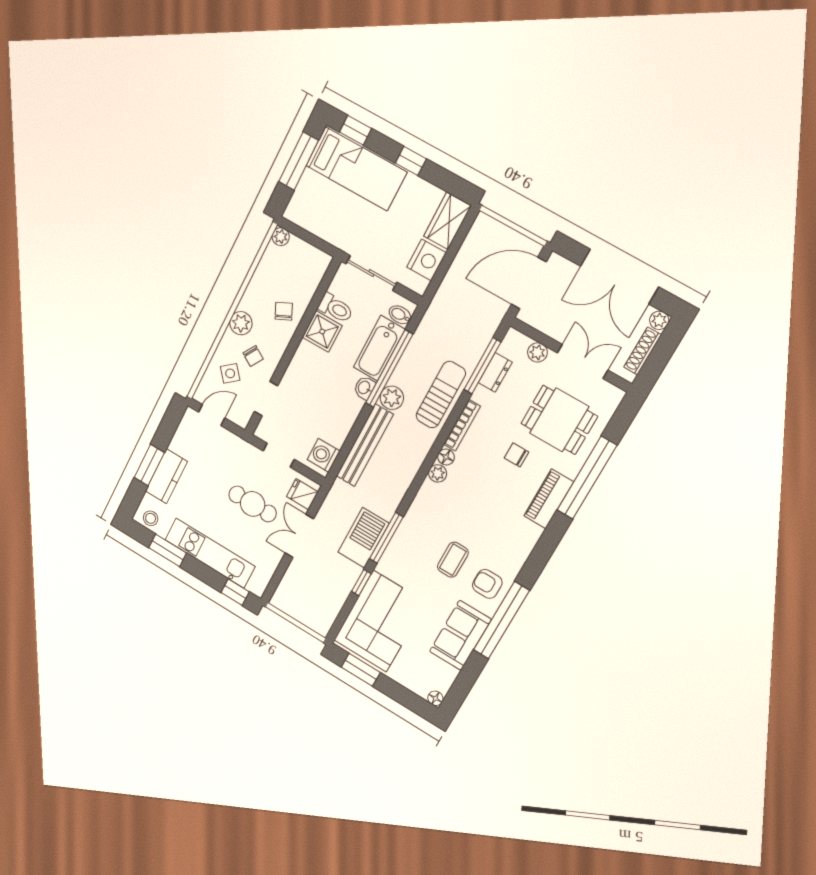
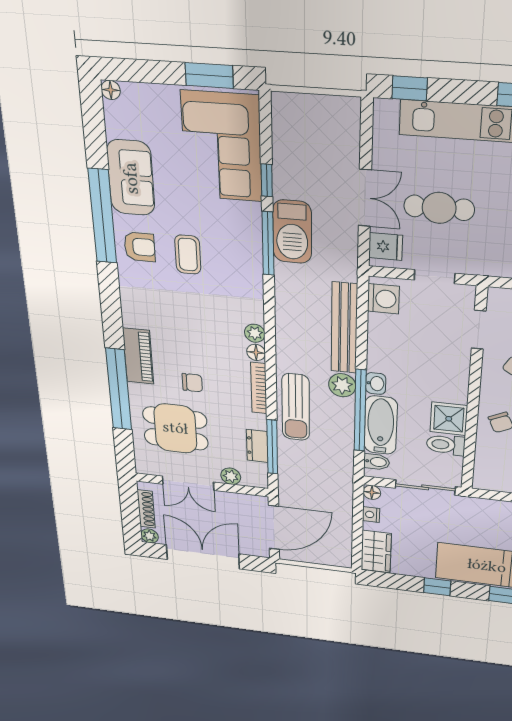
nightstand: (426, 260) -> (371, 515), width x0.53, depth x0.56
floor lamp: (419, 286) -> (372, 492), added

